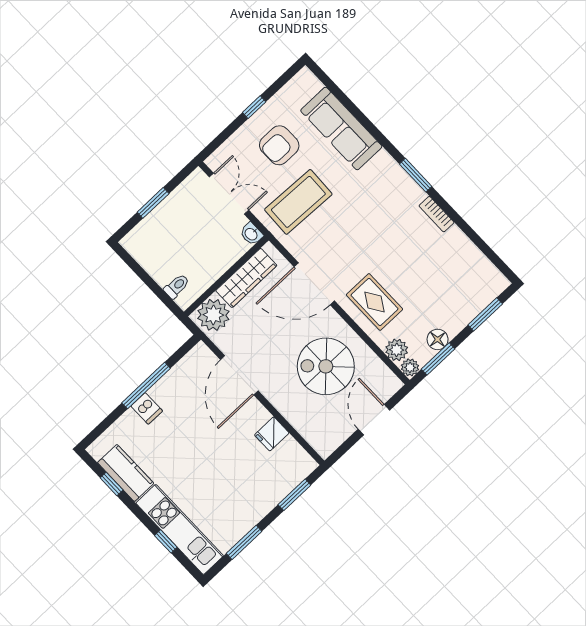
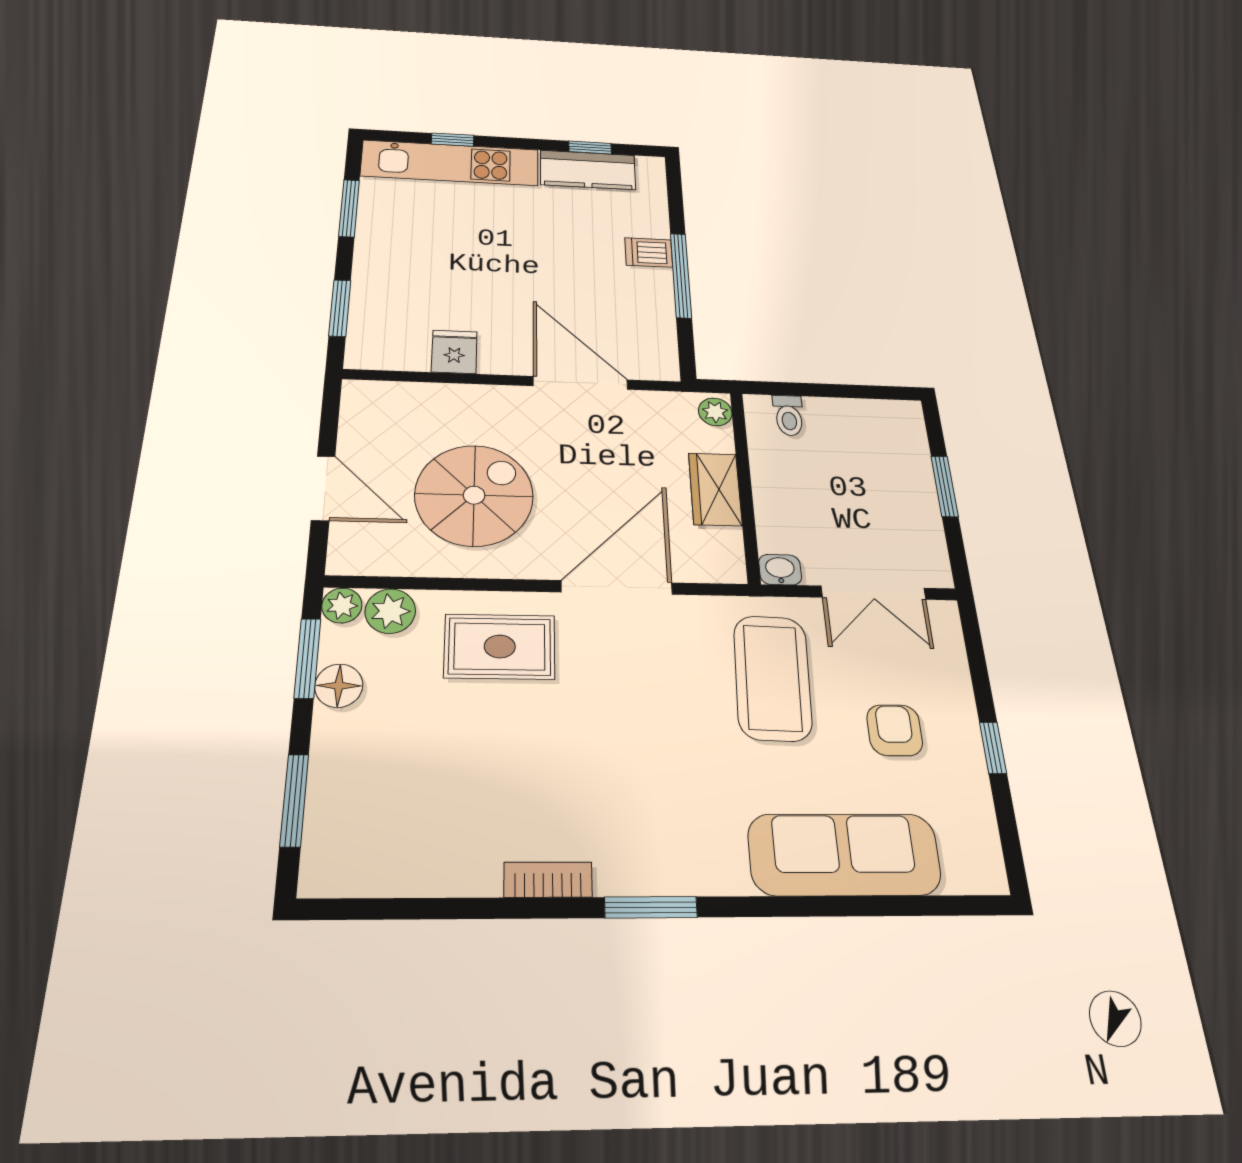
armchair: (279, 145) -> (895, 730), width x0.72, depth x0.72
wardrobe: (246, 278) -> (715, 489), width x0.67
plant: (213, 315) -> (715, 412), width x0.53, depth x0.53

